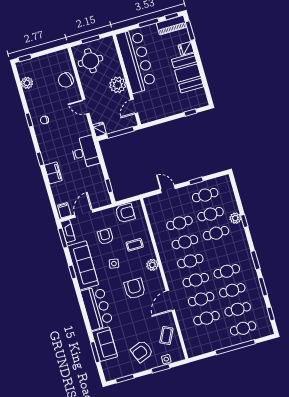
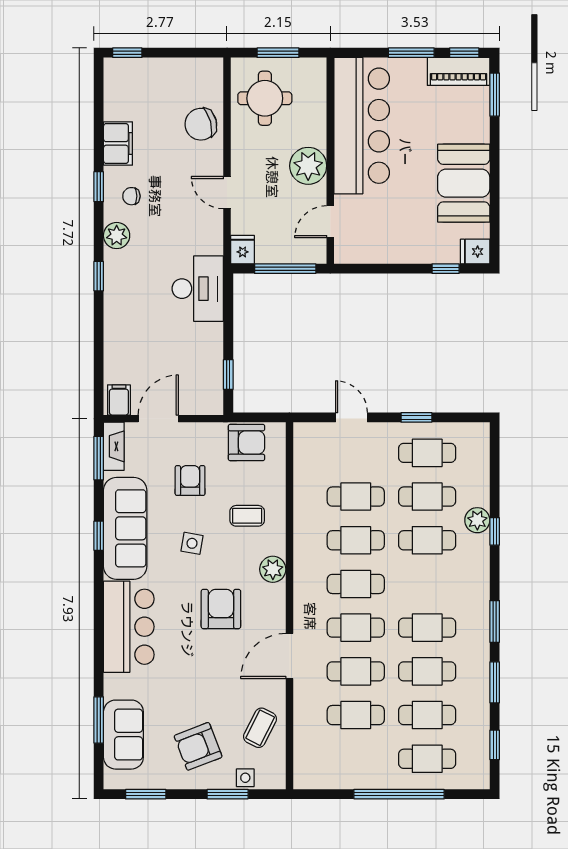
fridge: (186, 49) -> (475, 252), moved
plant: (27, 83) -> (117, 236), moved
filing cabinet: (53, 173) -> (118, 143), moved
sofa: (105, 344) -> (123, 735), moved

